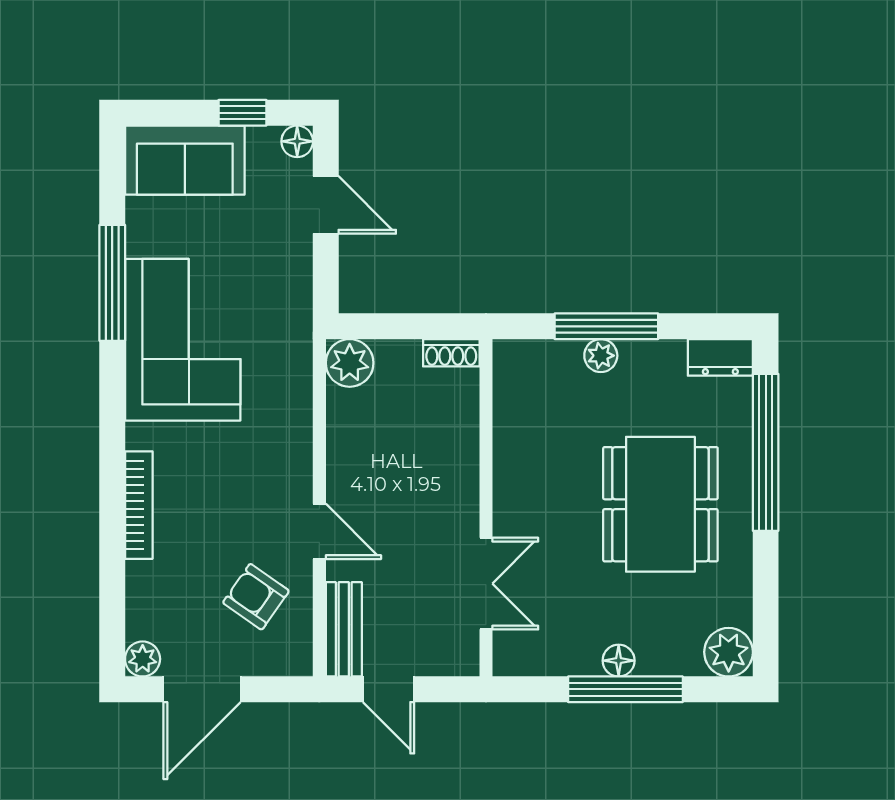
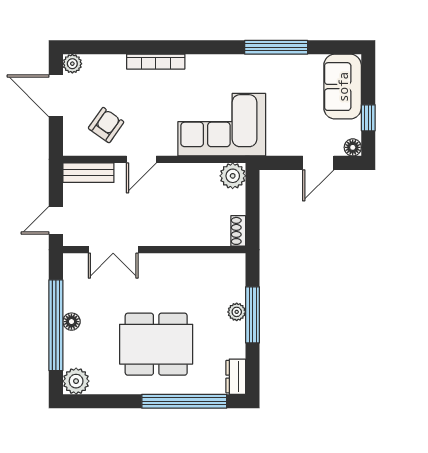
corner sofa: (183, 340) -> (222, 125), moved, turned 180
door: (388, 689) -> (56, 220), moved
window: (625, 689) -> (56, 325), width x1.46

